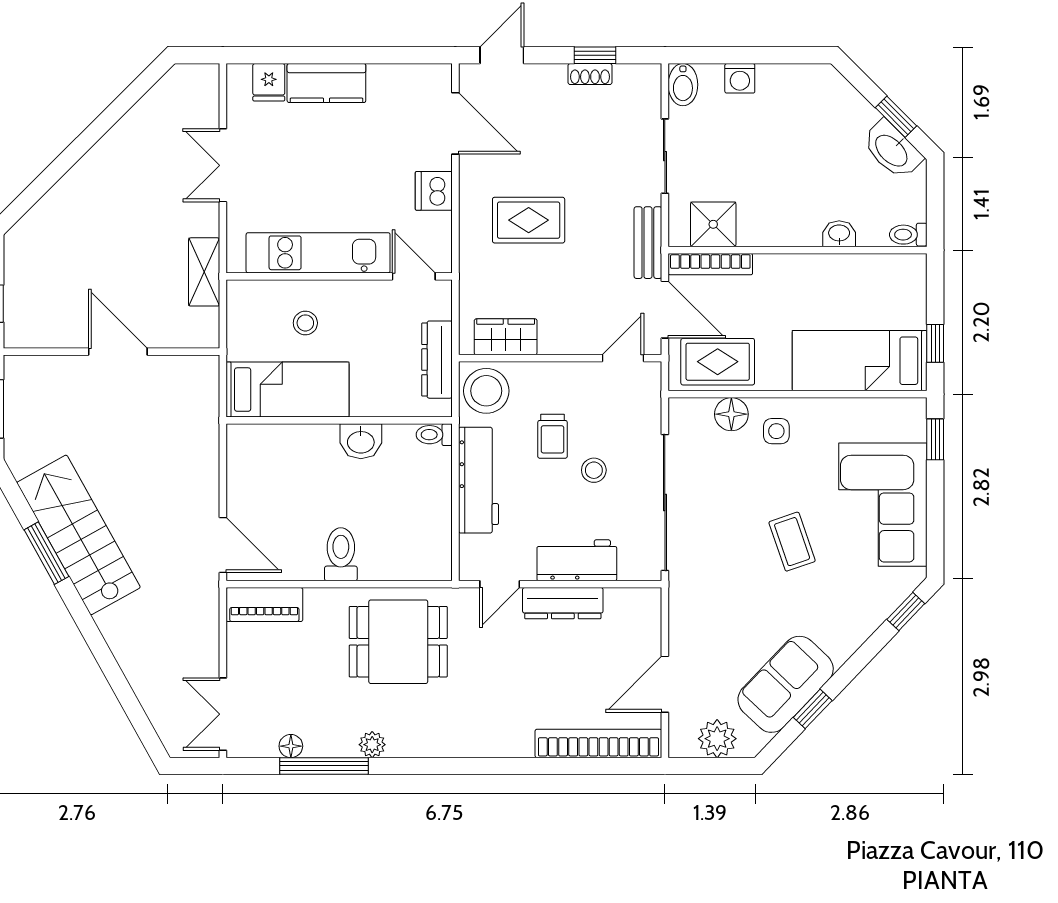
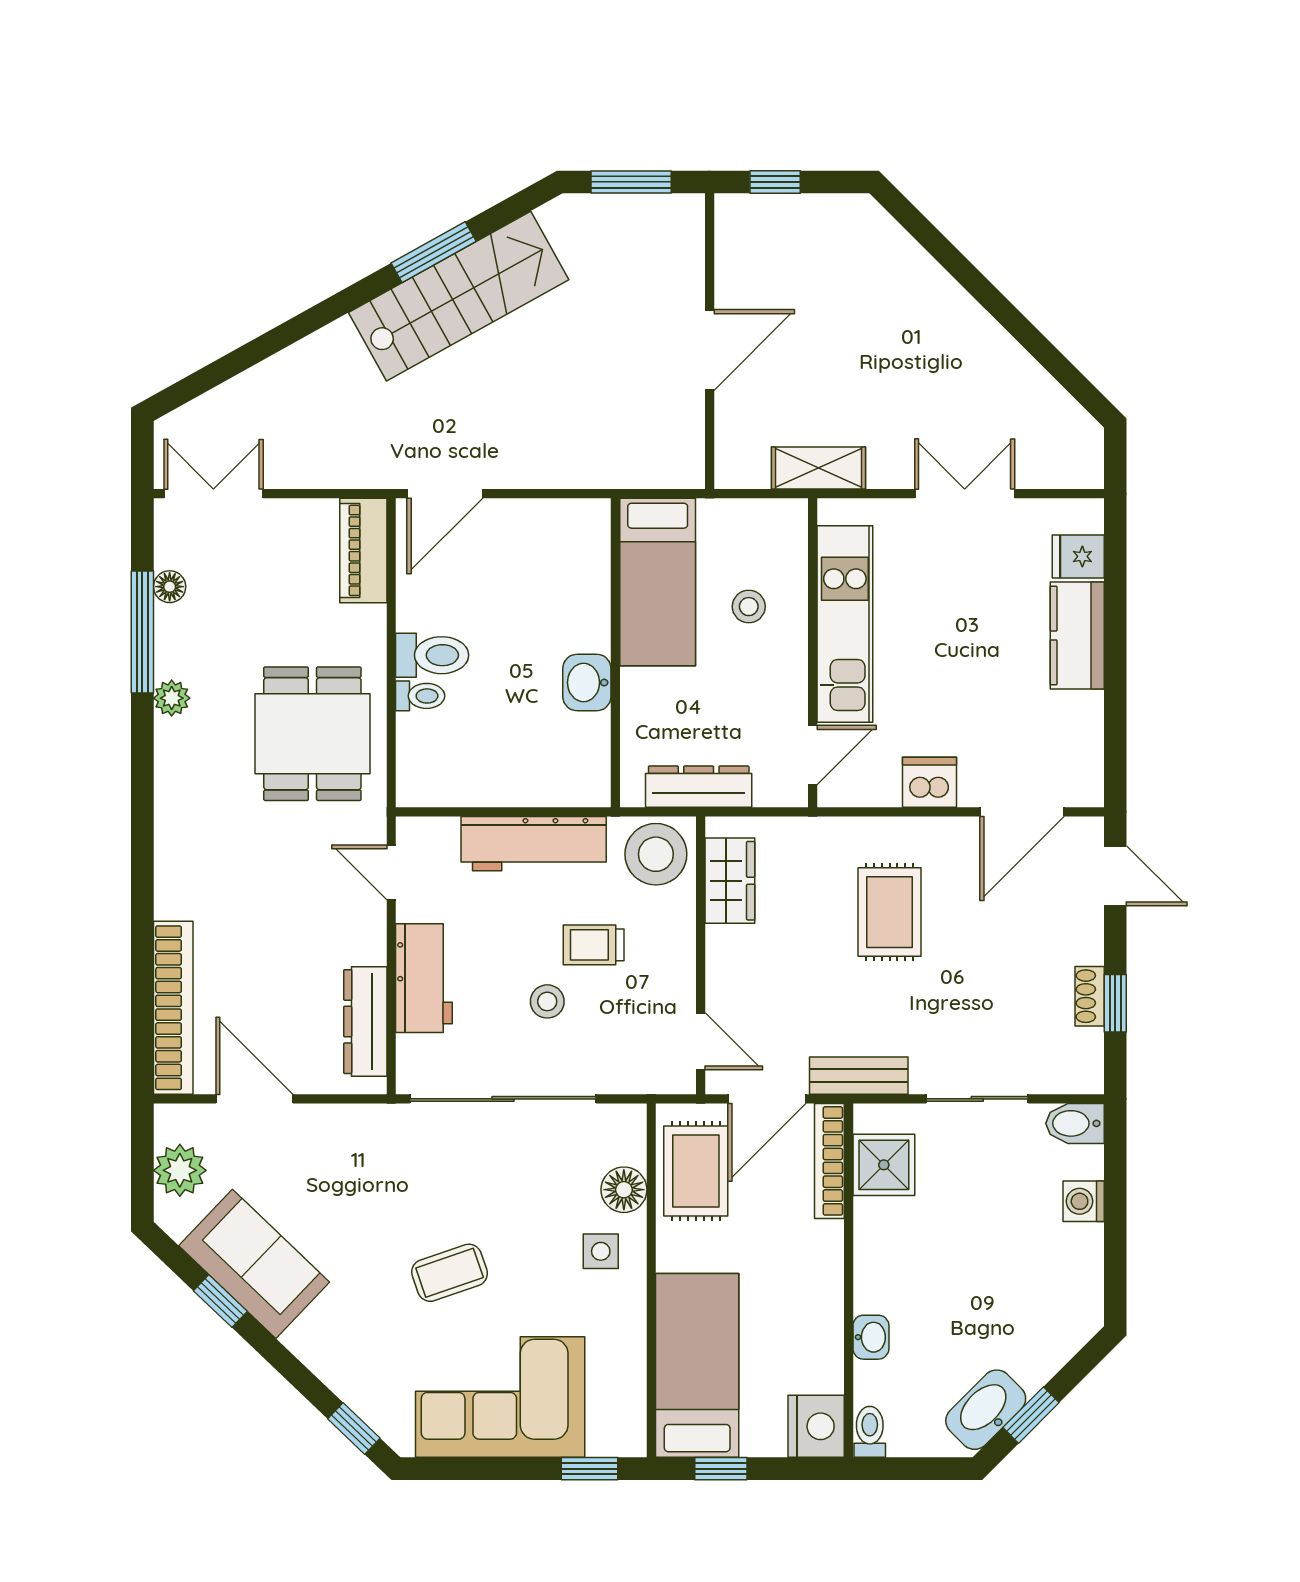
nightstand: (904, 274) -> (816, 1426), added
toilet: (434, 435) -> (420, 696), moved, turned 90
dresser: (563, 603) -> (365, 1022), moved

